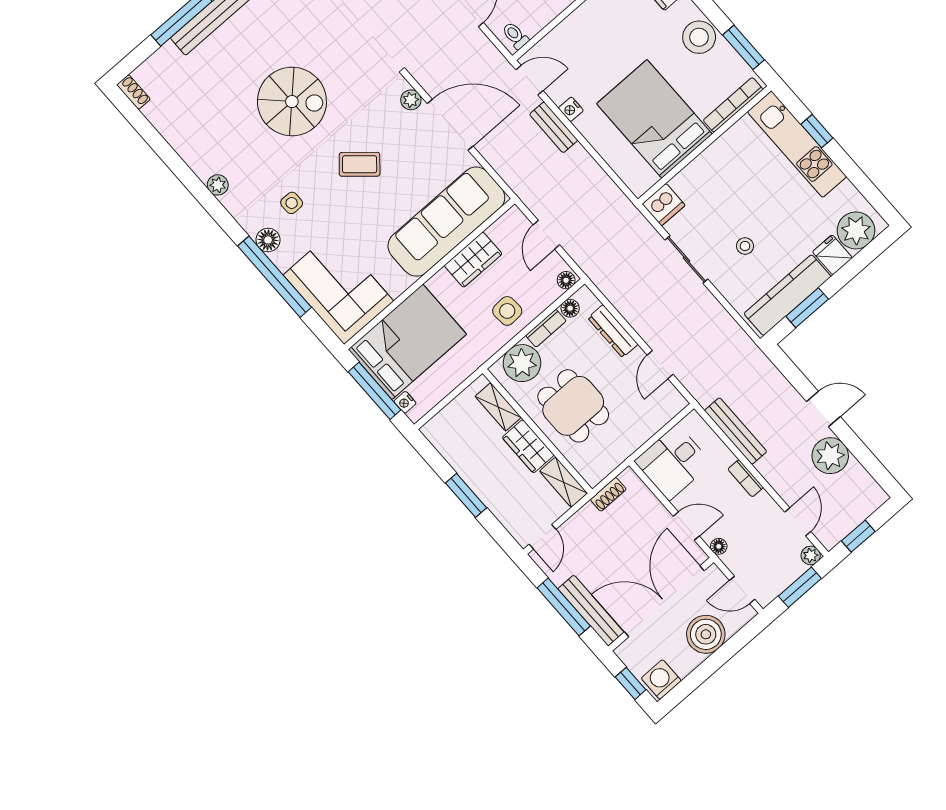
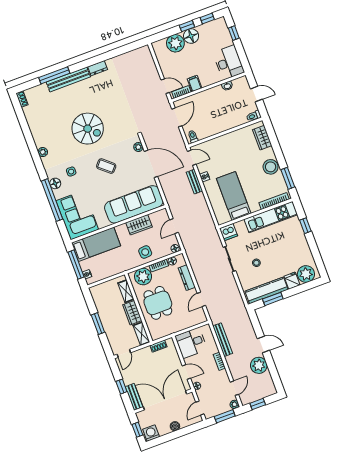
bed: (654, 119) -> (234, 196), width x0.67
kitchen unit: (797, 144) -> (271, 217), moved, turned -90
bed: (407, 342) -> (96, 244), width x0.67
door: (742, 590) -> (200, 408), hinge flipped
window: (564, 607) -> (121, 387), width x0.46
bench: (591, 611) -> (134, 397), width x0.73
boiler: (706, 634) -> (175, 426), width x0.54, depth x0.54

